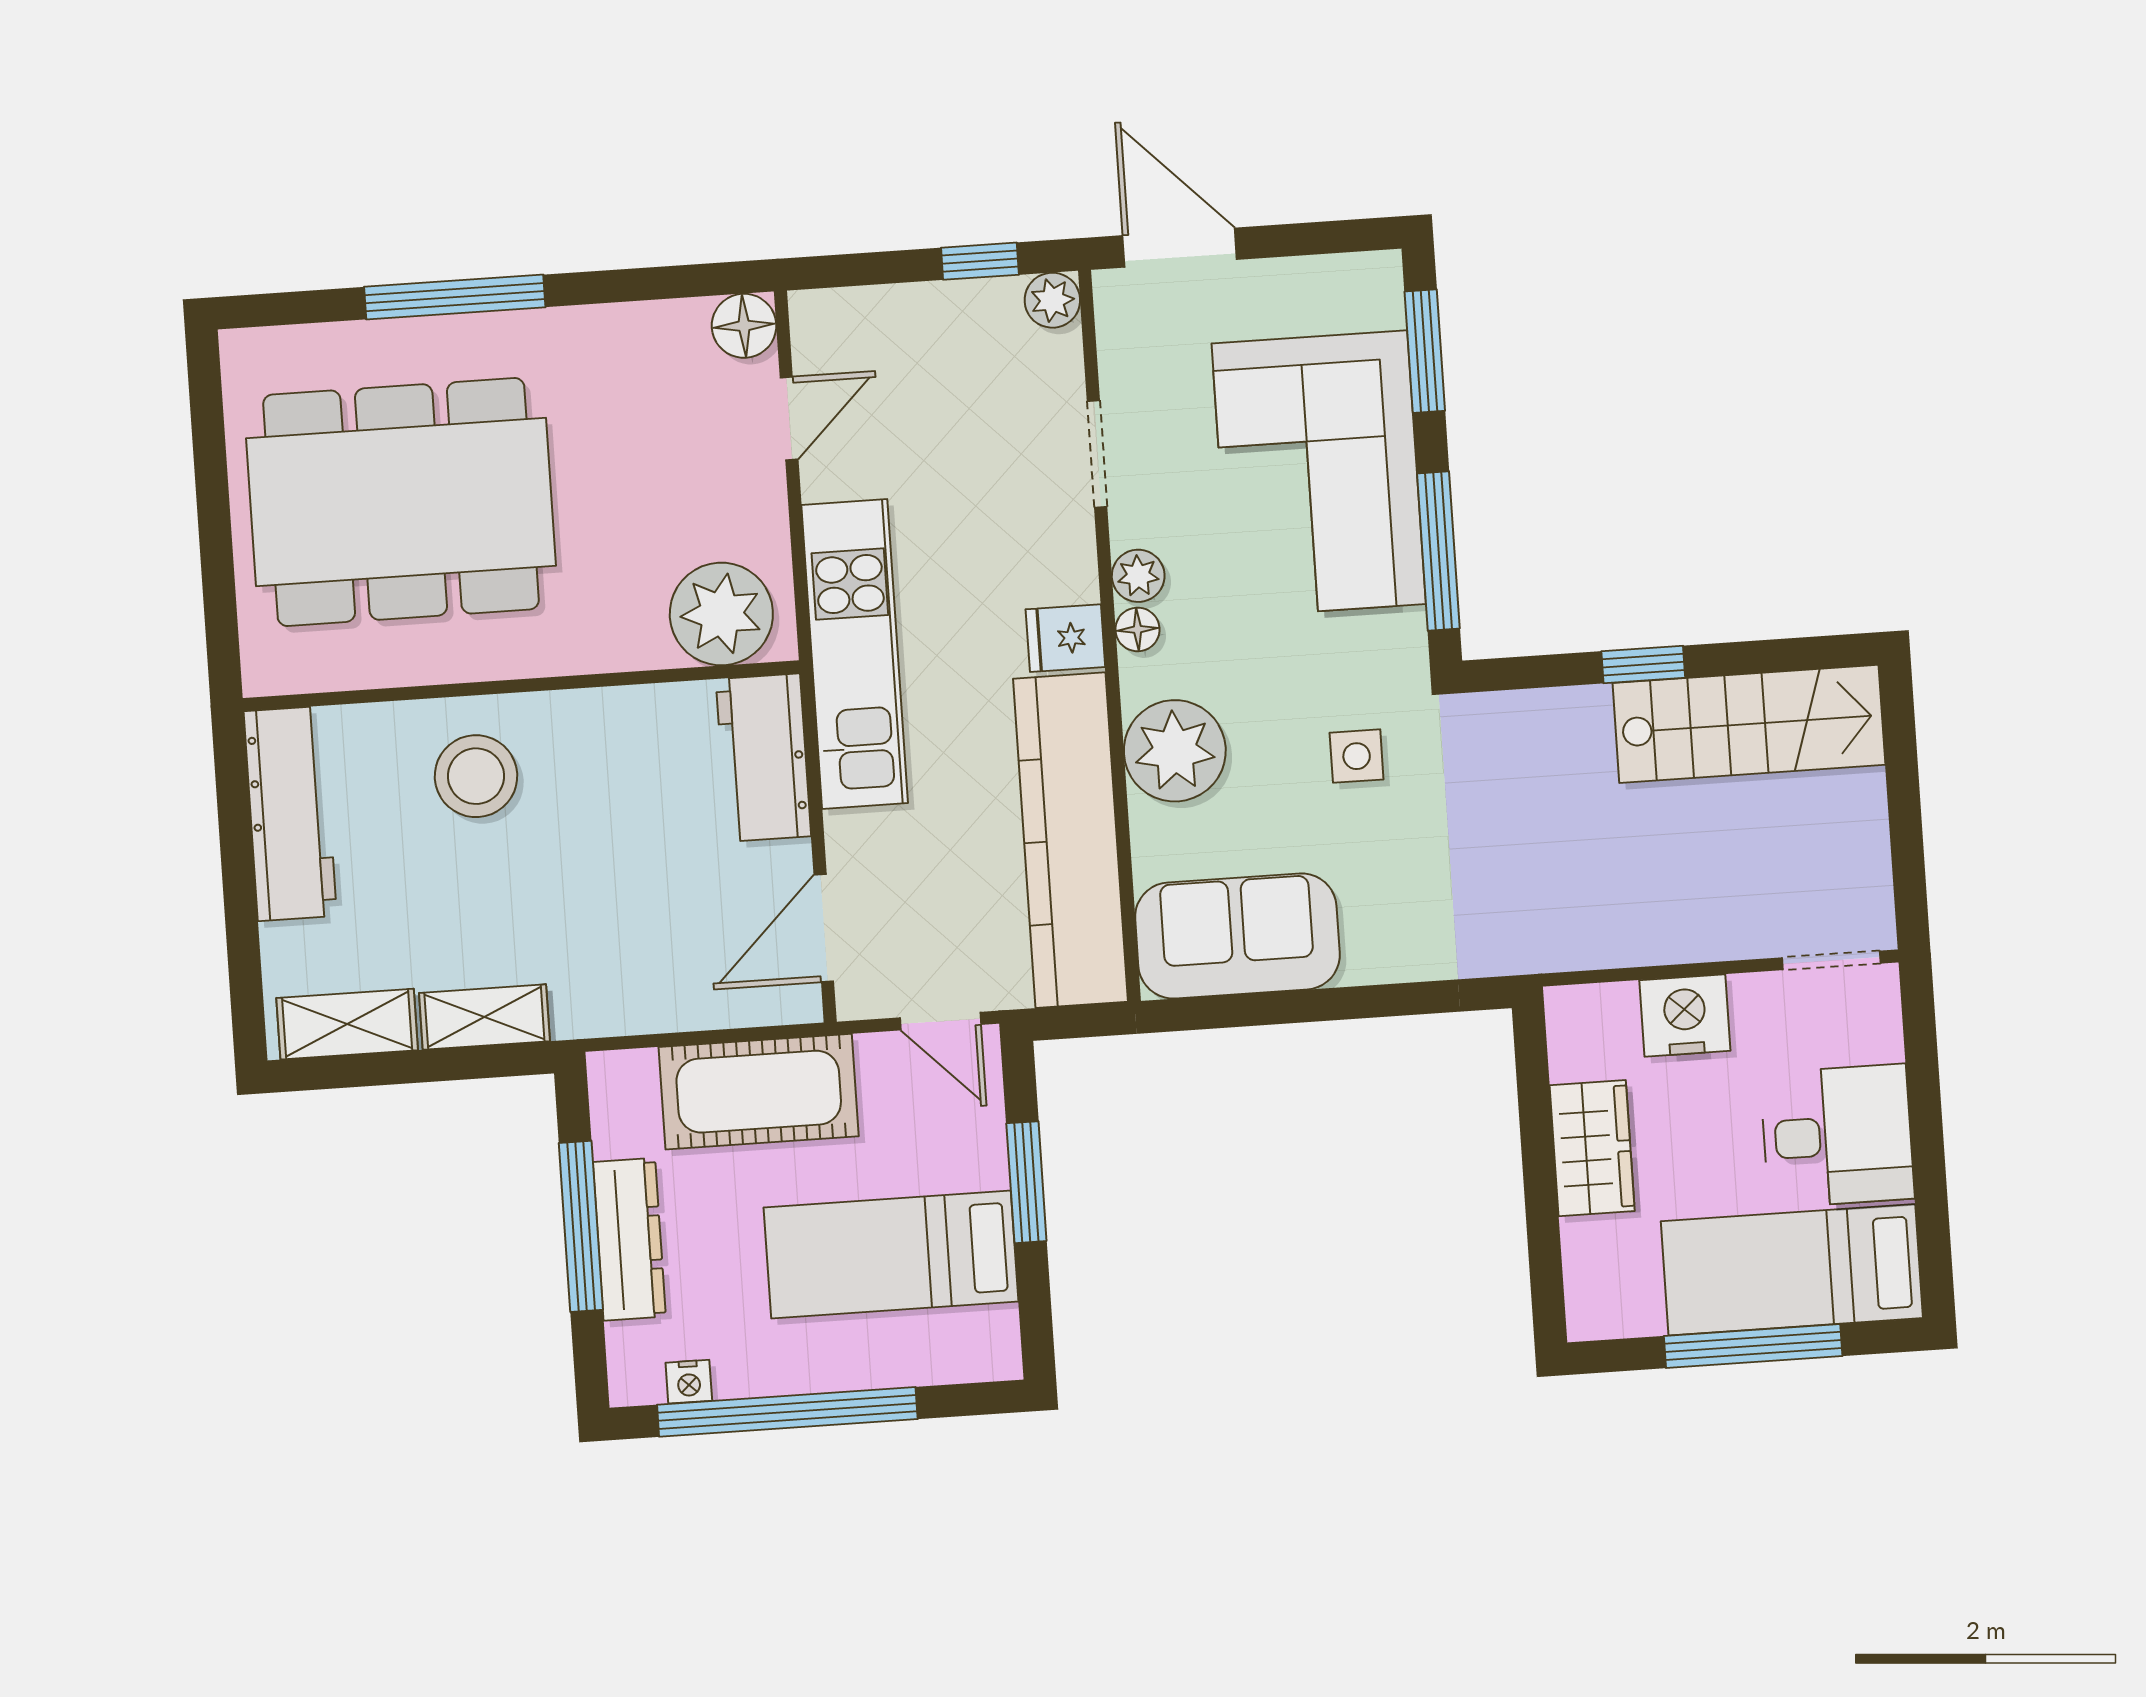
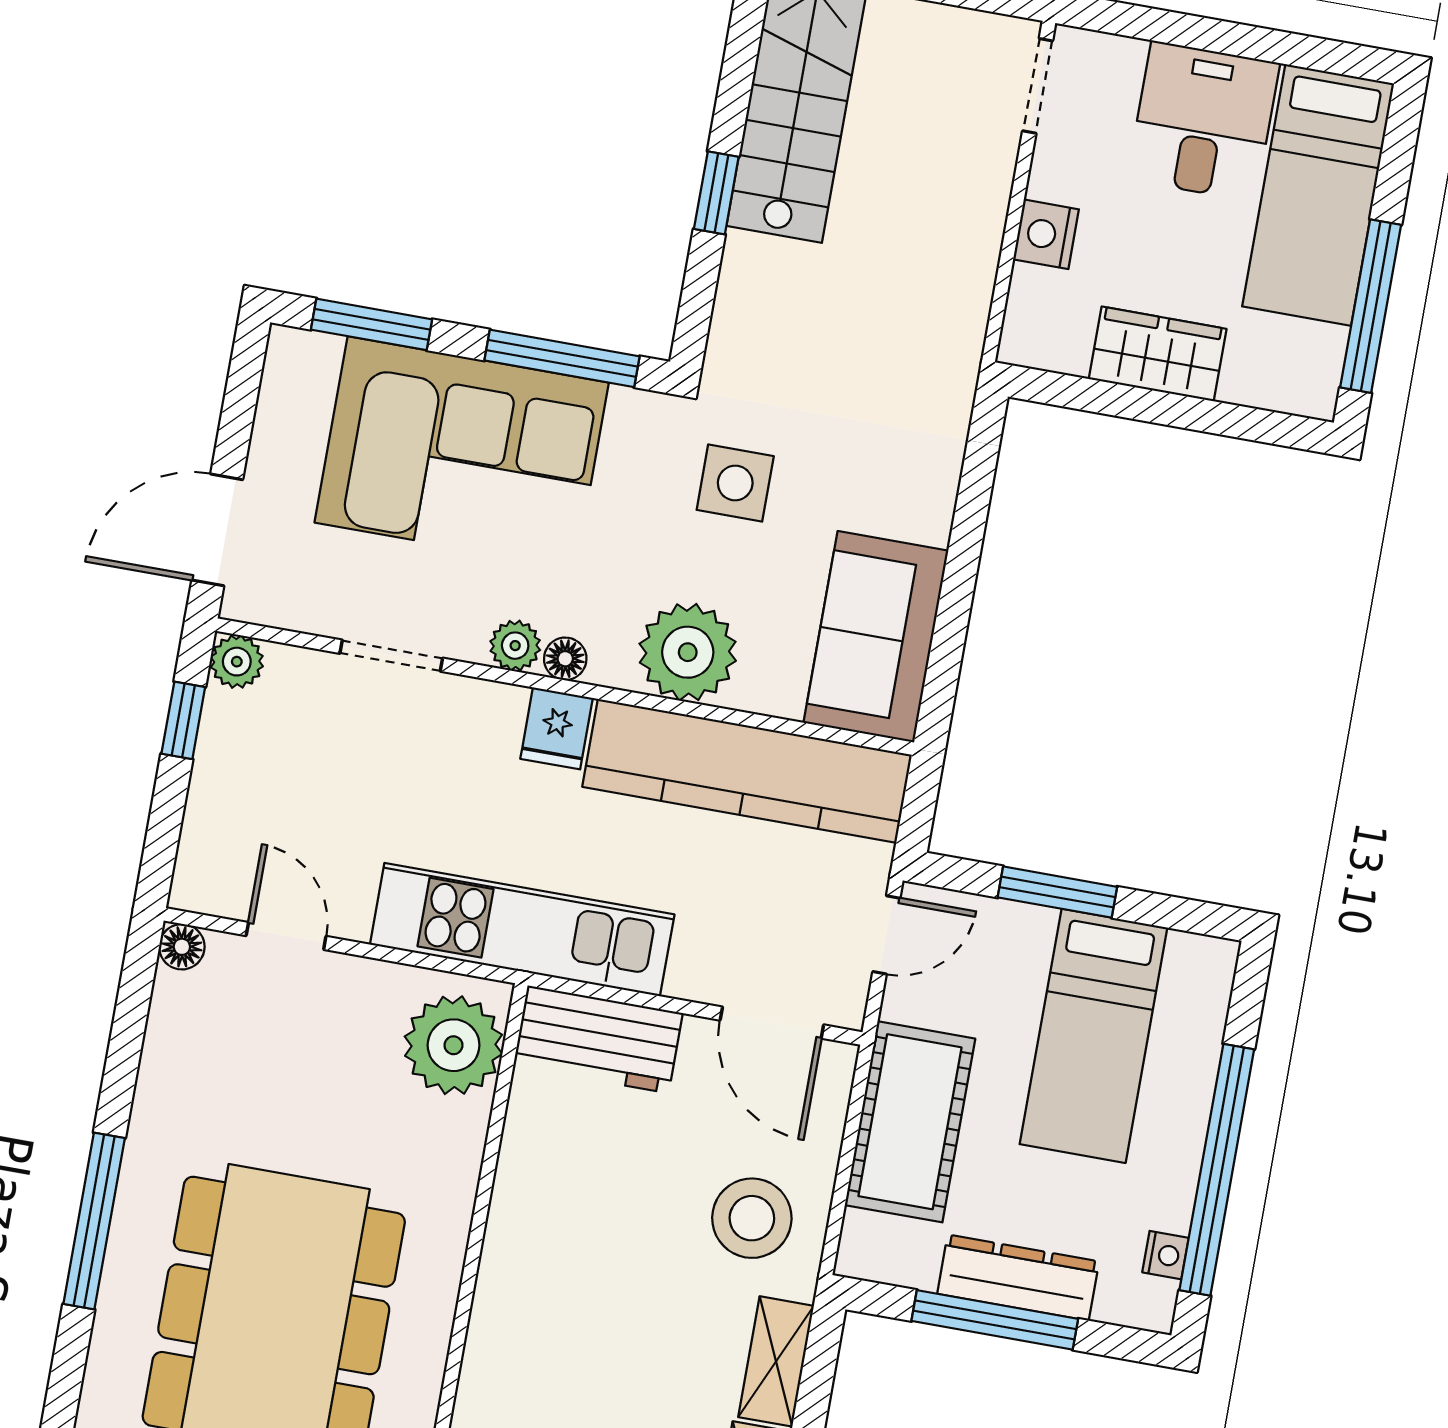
floor lamp: (744, 326) -> (182, 947), width x0.73, depth x0.73
side table: (1357, 756) -> (735, 483), width x1.37, depth x1.37
stool: (476, 776) -> (752, 1218), moved
nightstand: (1685, 1015) -> (1046, 234), width x0.74, depth x0.75
window: (1753, 1346) -> (1371, 306), moved

